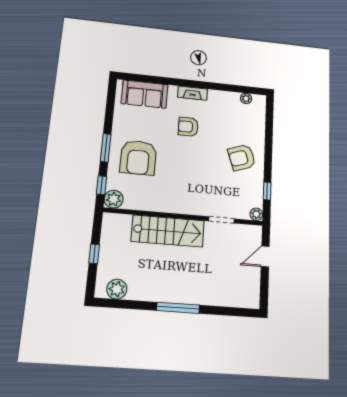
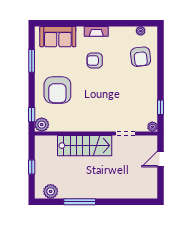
window: (106, 148) -> (32, 61), moved
armchair: (242, 158) -> (141, 57), moved, turned -77
window: (178, 308) -> (80, 202), moved

